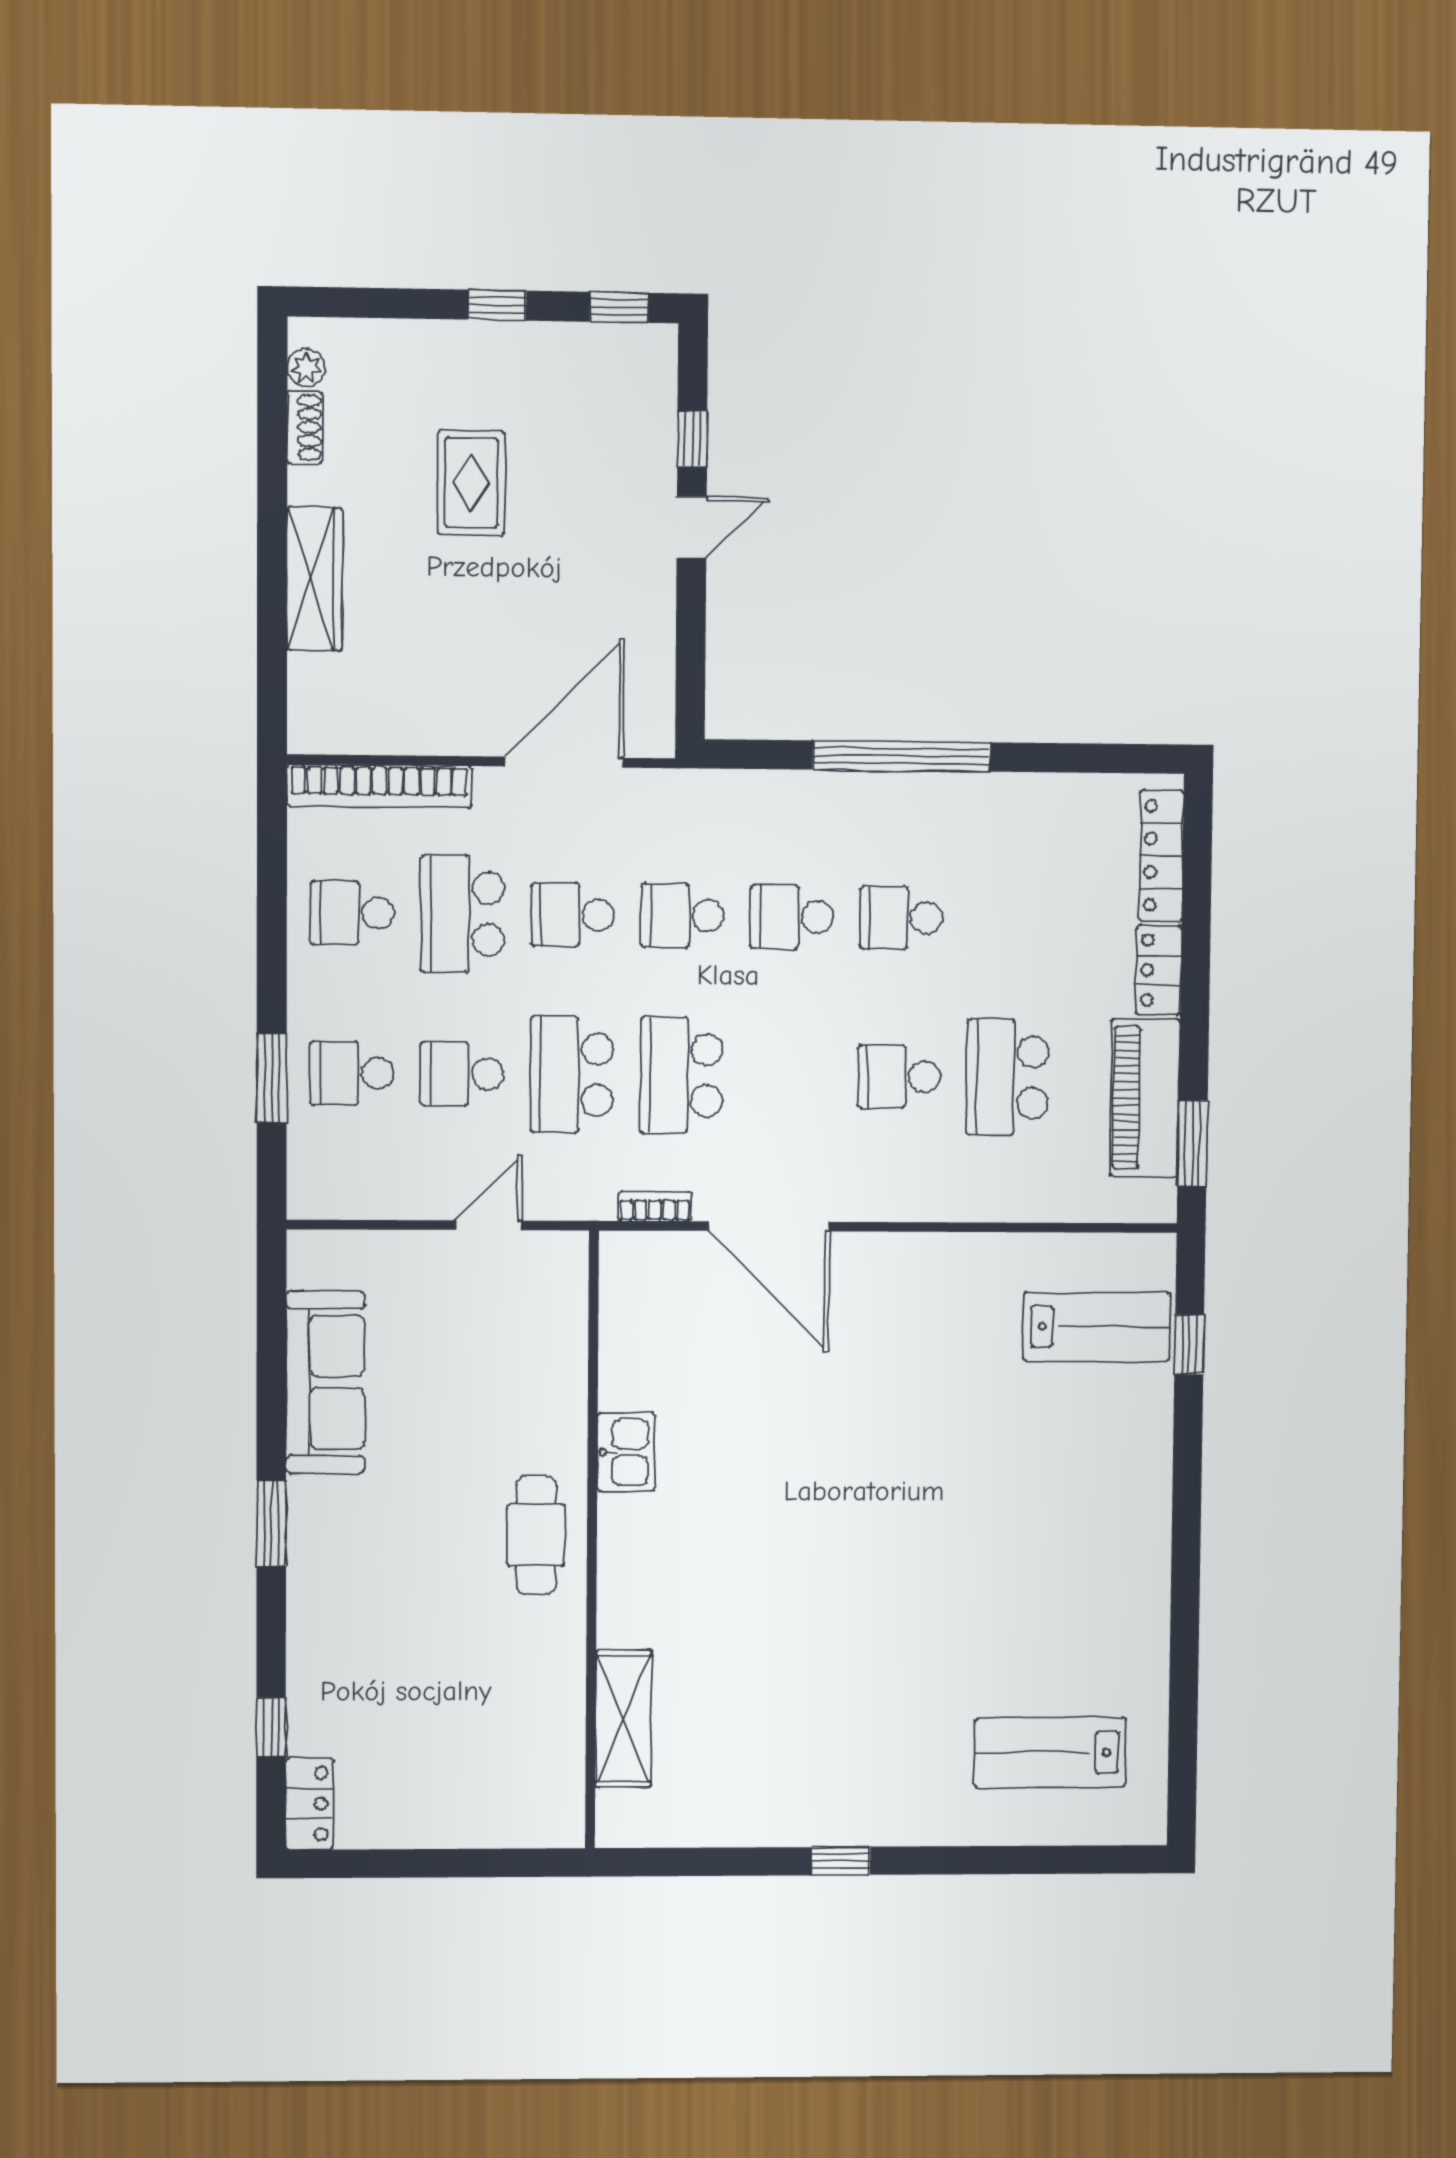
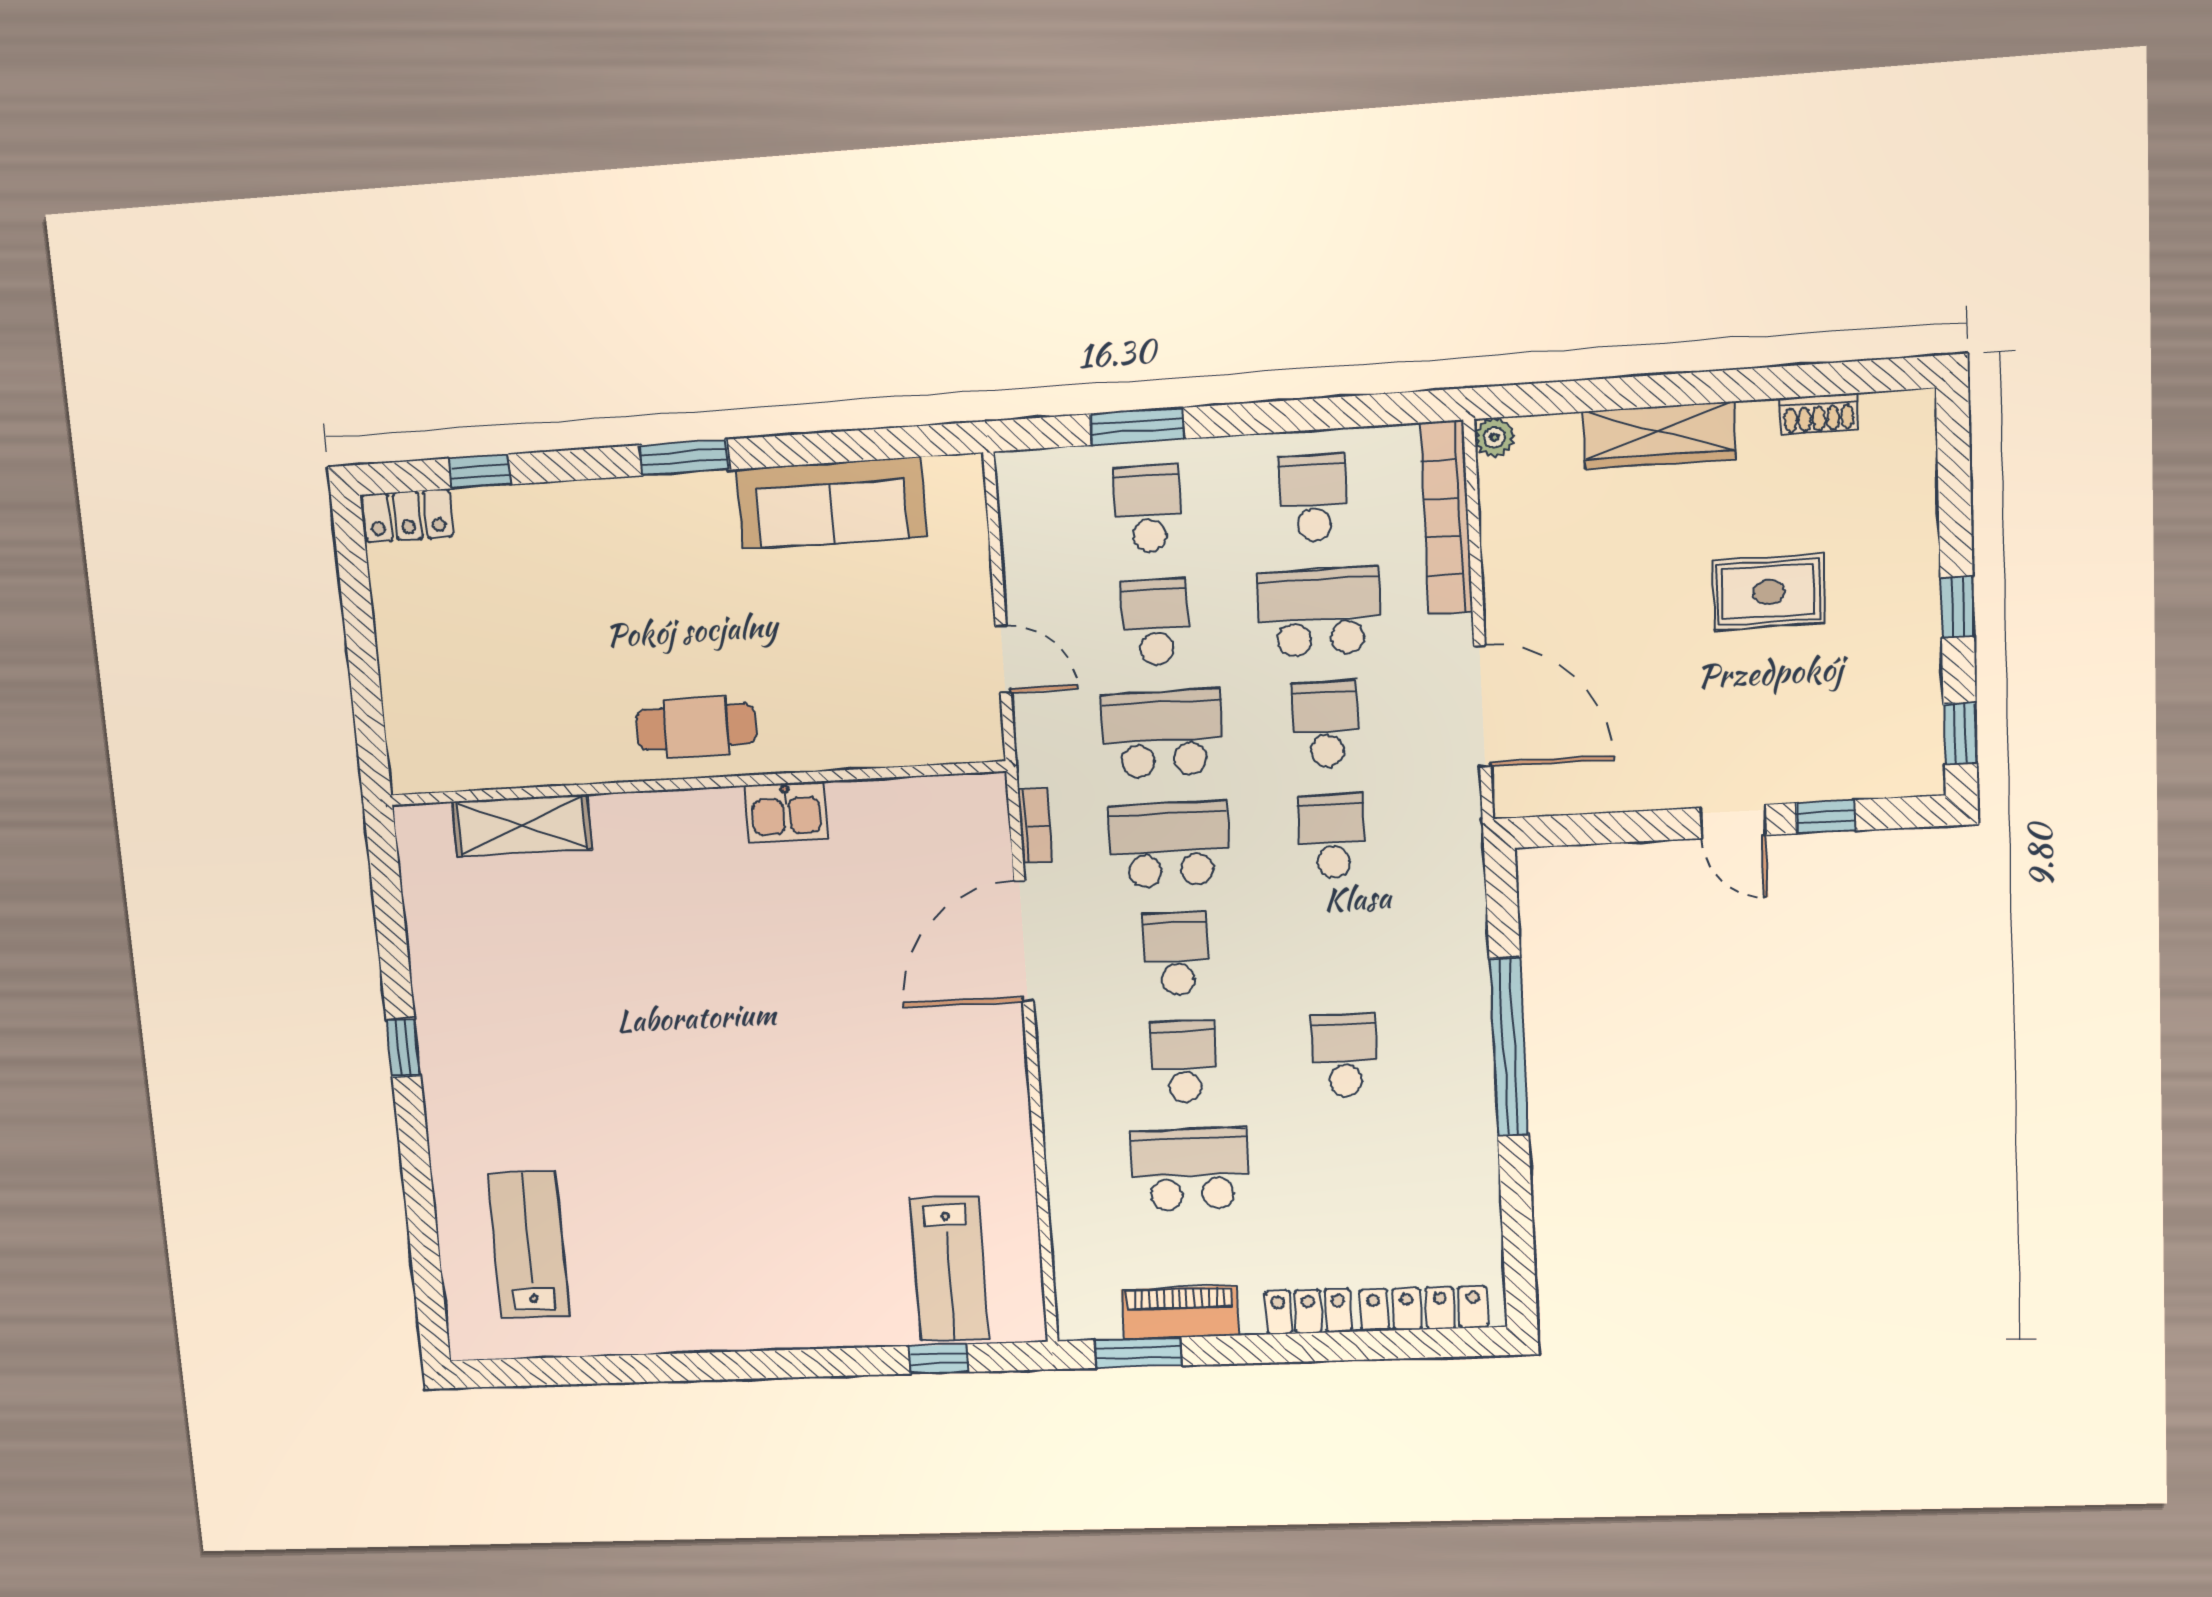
plant: (306, 368) -> (1494, 437), moved
school desk: (792, 917) -> (1177, 954), moved
piano: (1145, 1098) -> (1180, 1312), width x0.73, depth x0.75

